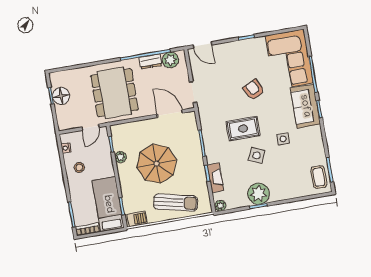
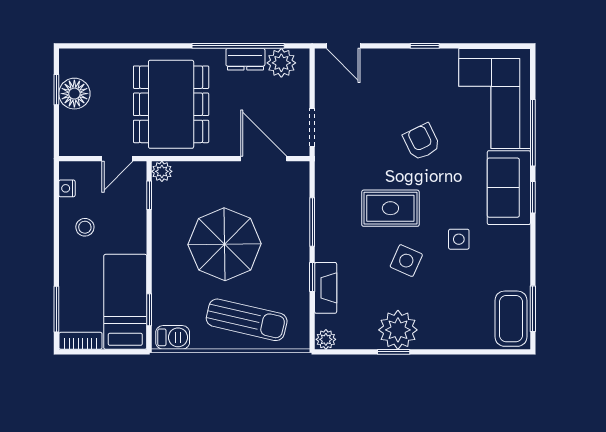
plant: (120, 157) -> (162, 171), moved
coffee table: (319, 177) -> (511, 319), width x1.36, depth x1.30

